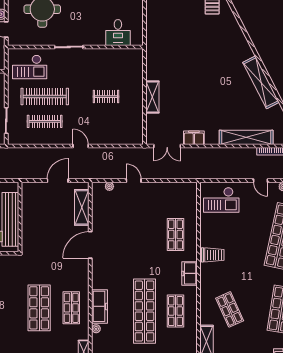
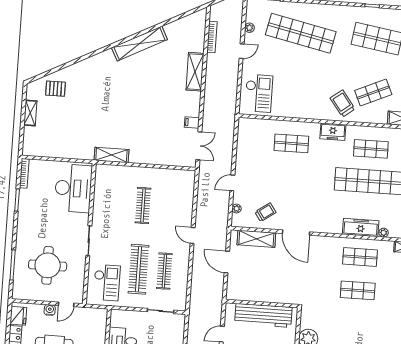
desk: (118, 33) -> (73, 188), width x1.87, depth x1.30
clothes rail: (106, 97) -> (143, 206), width x1.36
shelving: (152, 97) -> (111, 155), moved
shelving: (246, 137) -> (195, 72), width x0.68
filing cabinet: (194, 138) -> (192, 123), width x0.50
door: (81, 146) -> (193, 235), hinge flipped
trolley: (108, 214) -> (265, 212), added
trolley: (213, 255) -> (343, 103), moved, turned -37
shop shelf: (39, 308) -> (358, 290), width x0.70, depth x0.74

